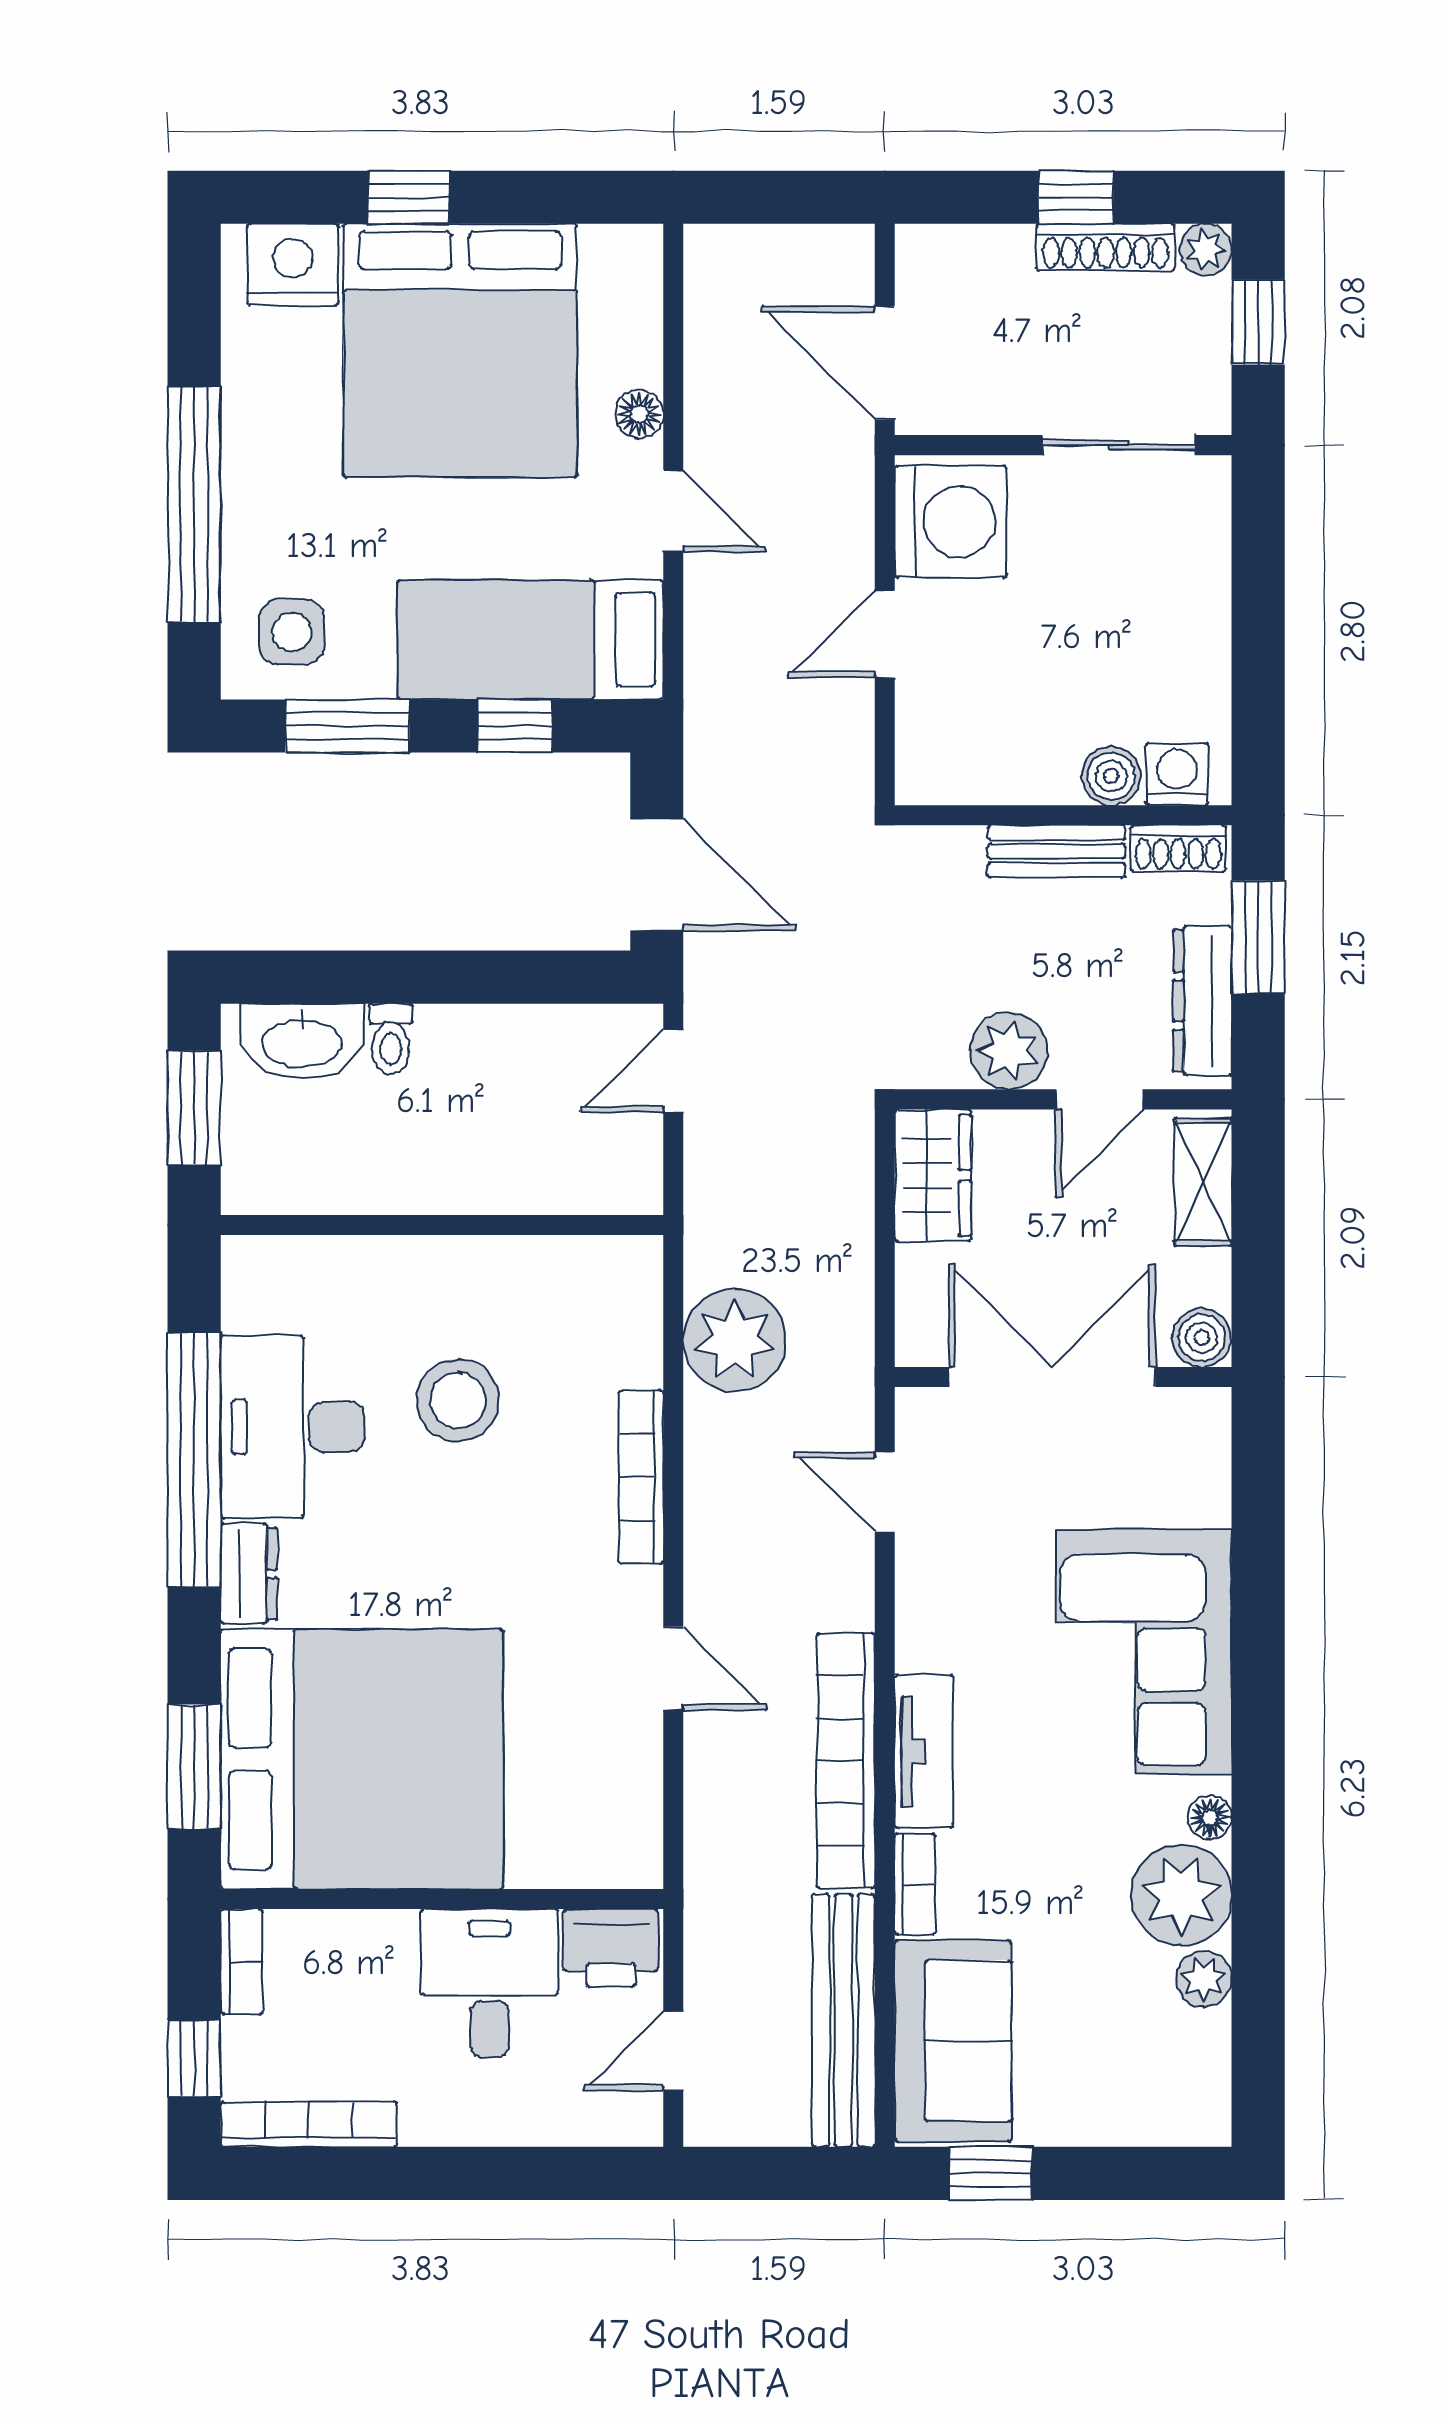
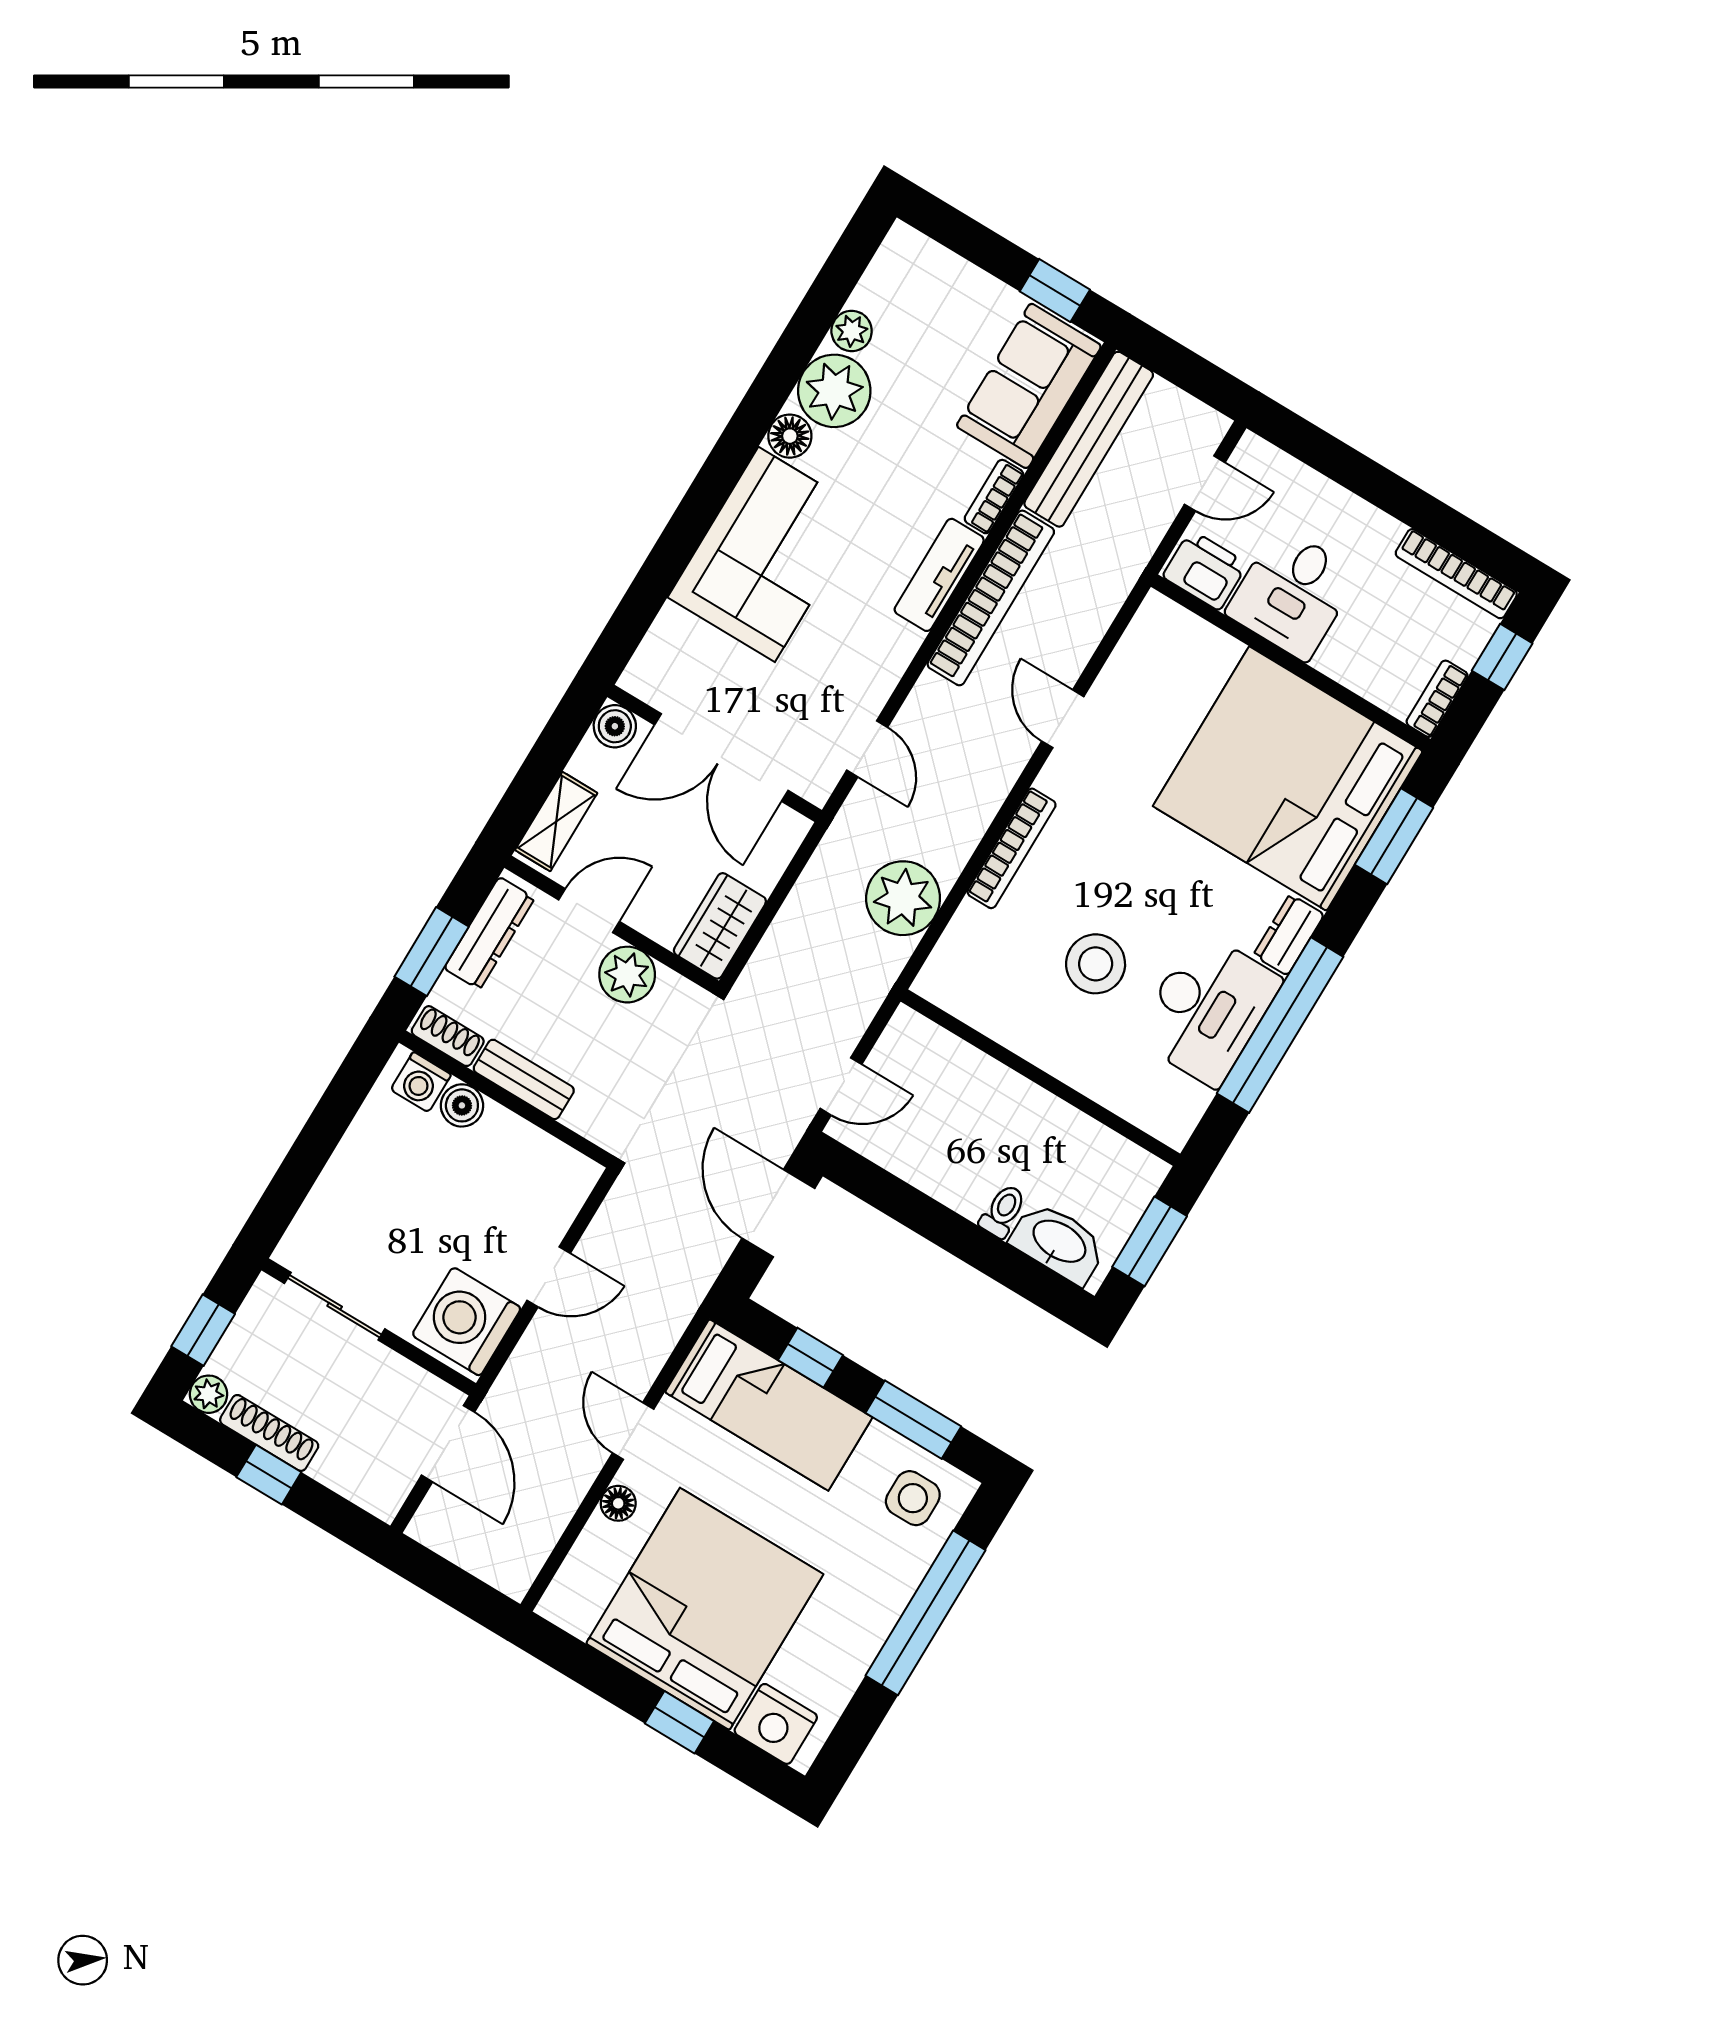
floor lamp: (1210, 1817) -> (790, 436), width x1.37, depth x1.37

